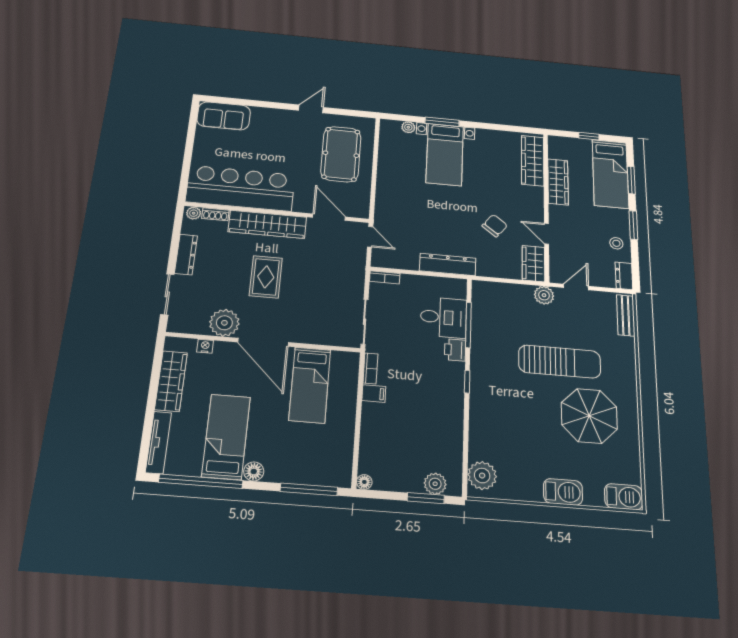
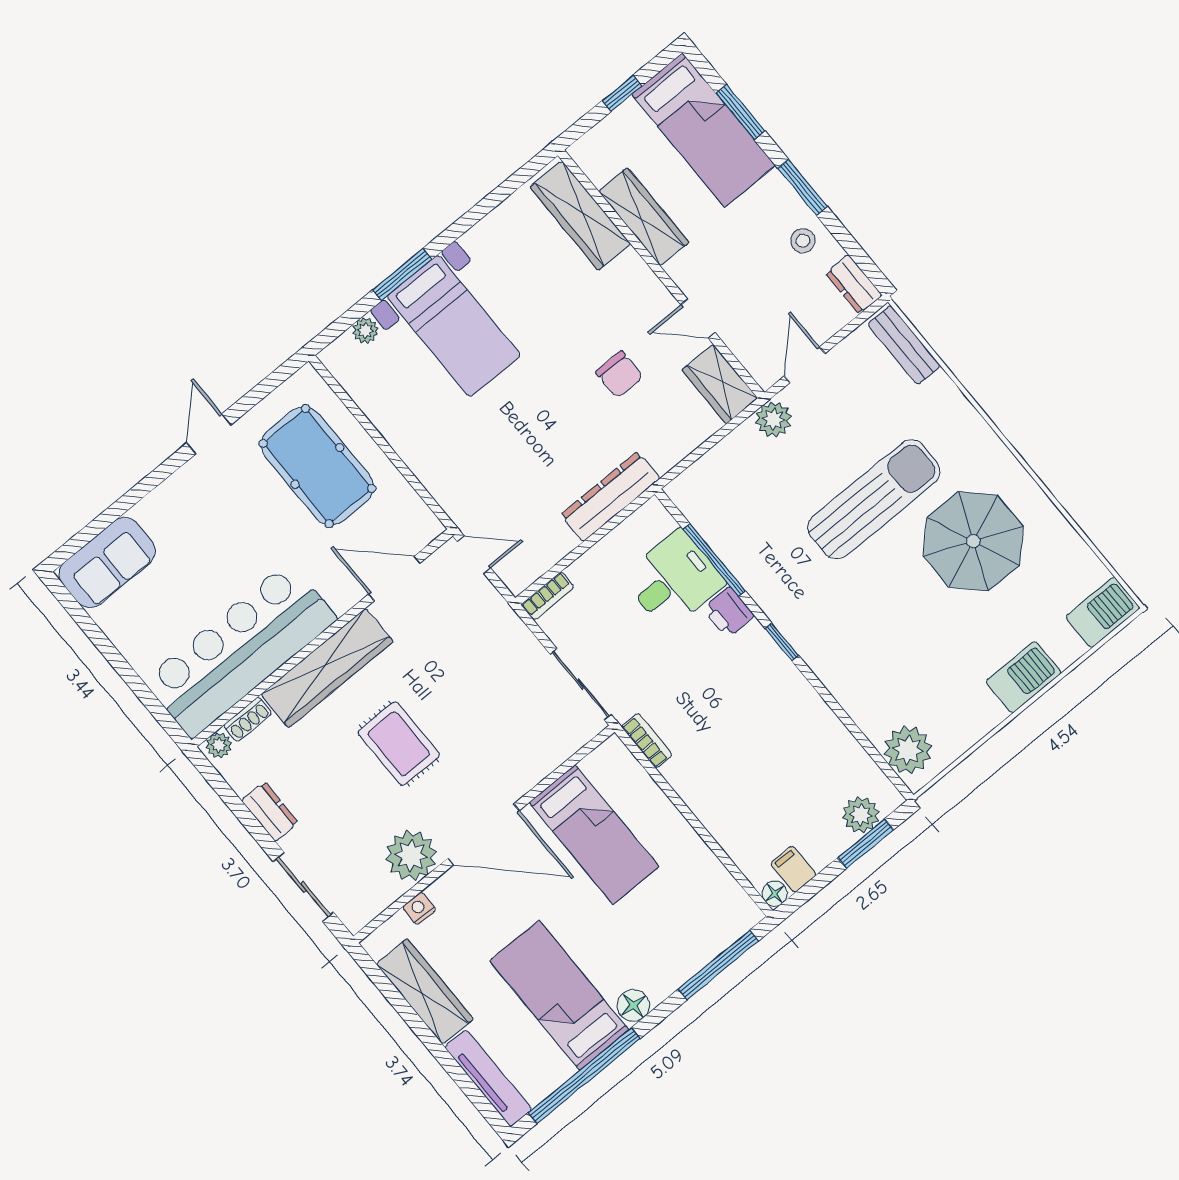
chair: (495, 226) -> (619, 375), turned 142
dresser: (186, 255) -> (270, 812), width x0.70
filing cabinet: (374, 394) -> (793, 869), moved, turned -90

